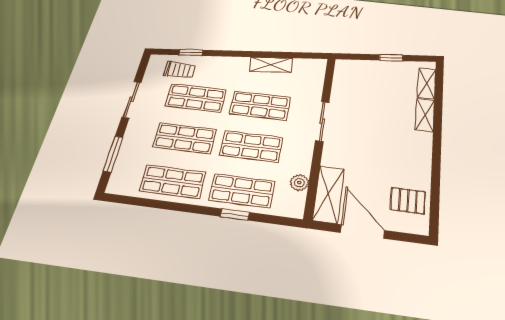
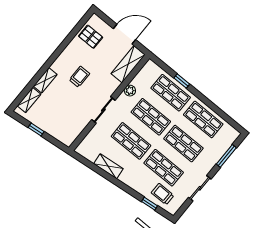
trolley: (384, 143) -> (79, 77), added
plant: (299, 183) -> (130, 91), moved
door: (362, 231) -> (124, 34), swing flipped

